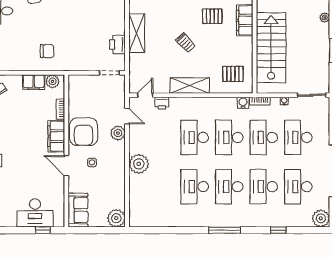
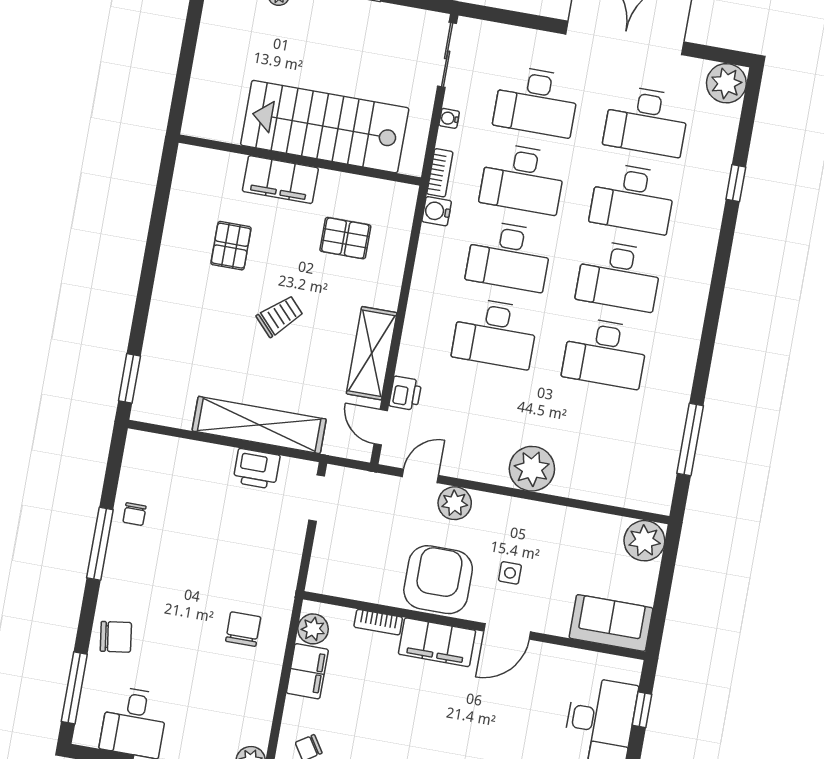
filing cabinet: (245, 20) -> (280, 180), moved
shelving: (137, 33) -> (259, 425), width x1.47
pallet: (233, 74) -> (345, 238), moved, turned 90
shelving: (190, 85) -> (372, 353), moved
armchair: (84, 132) -> (438, 580), turned -90
window: (225, 230) -> (690, 439), moved

